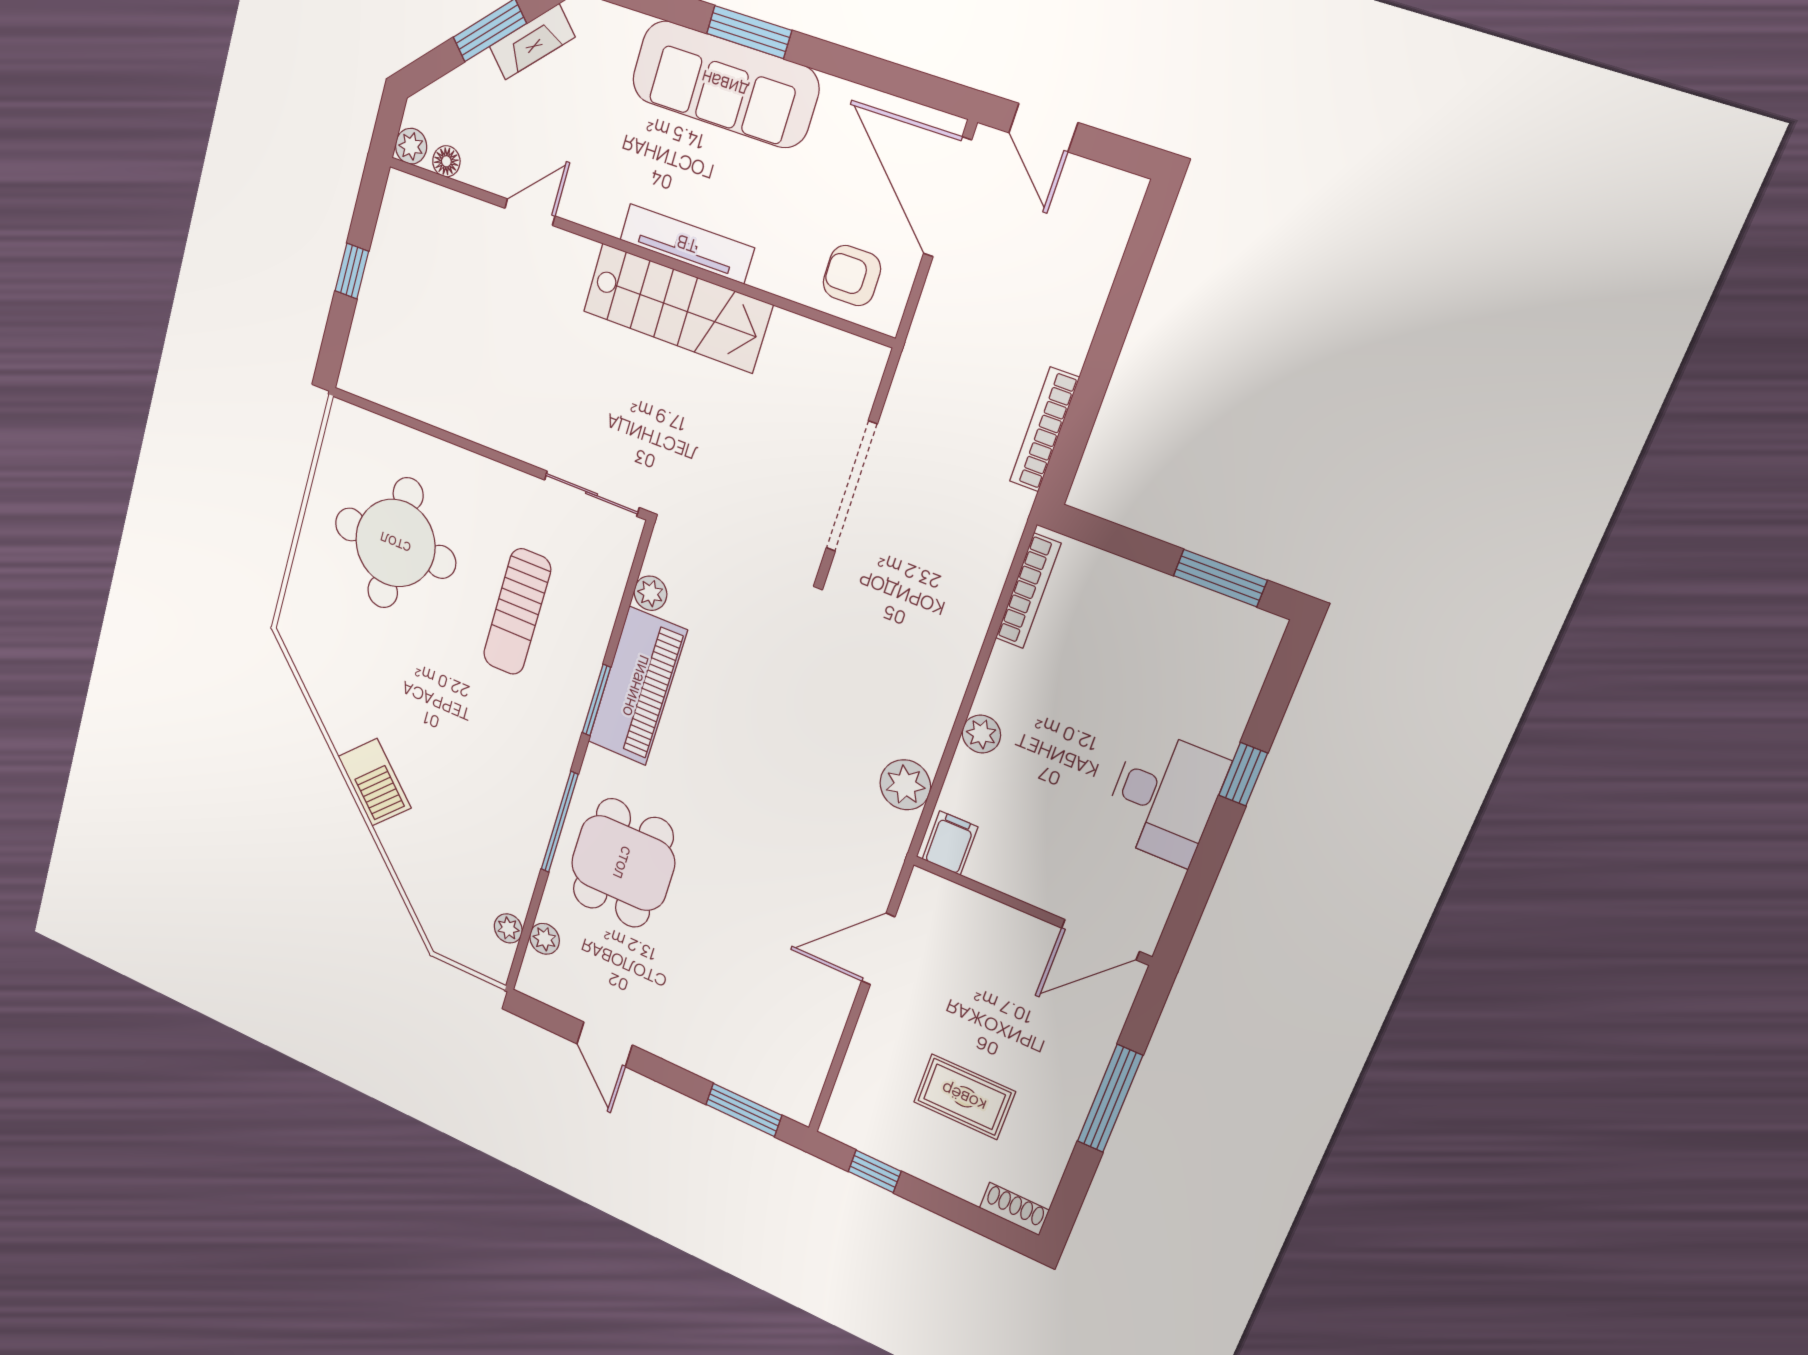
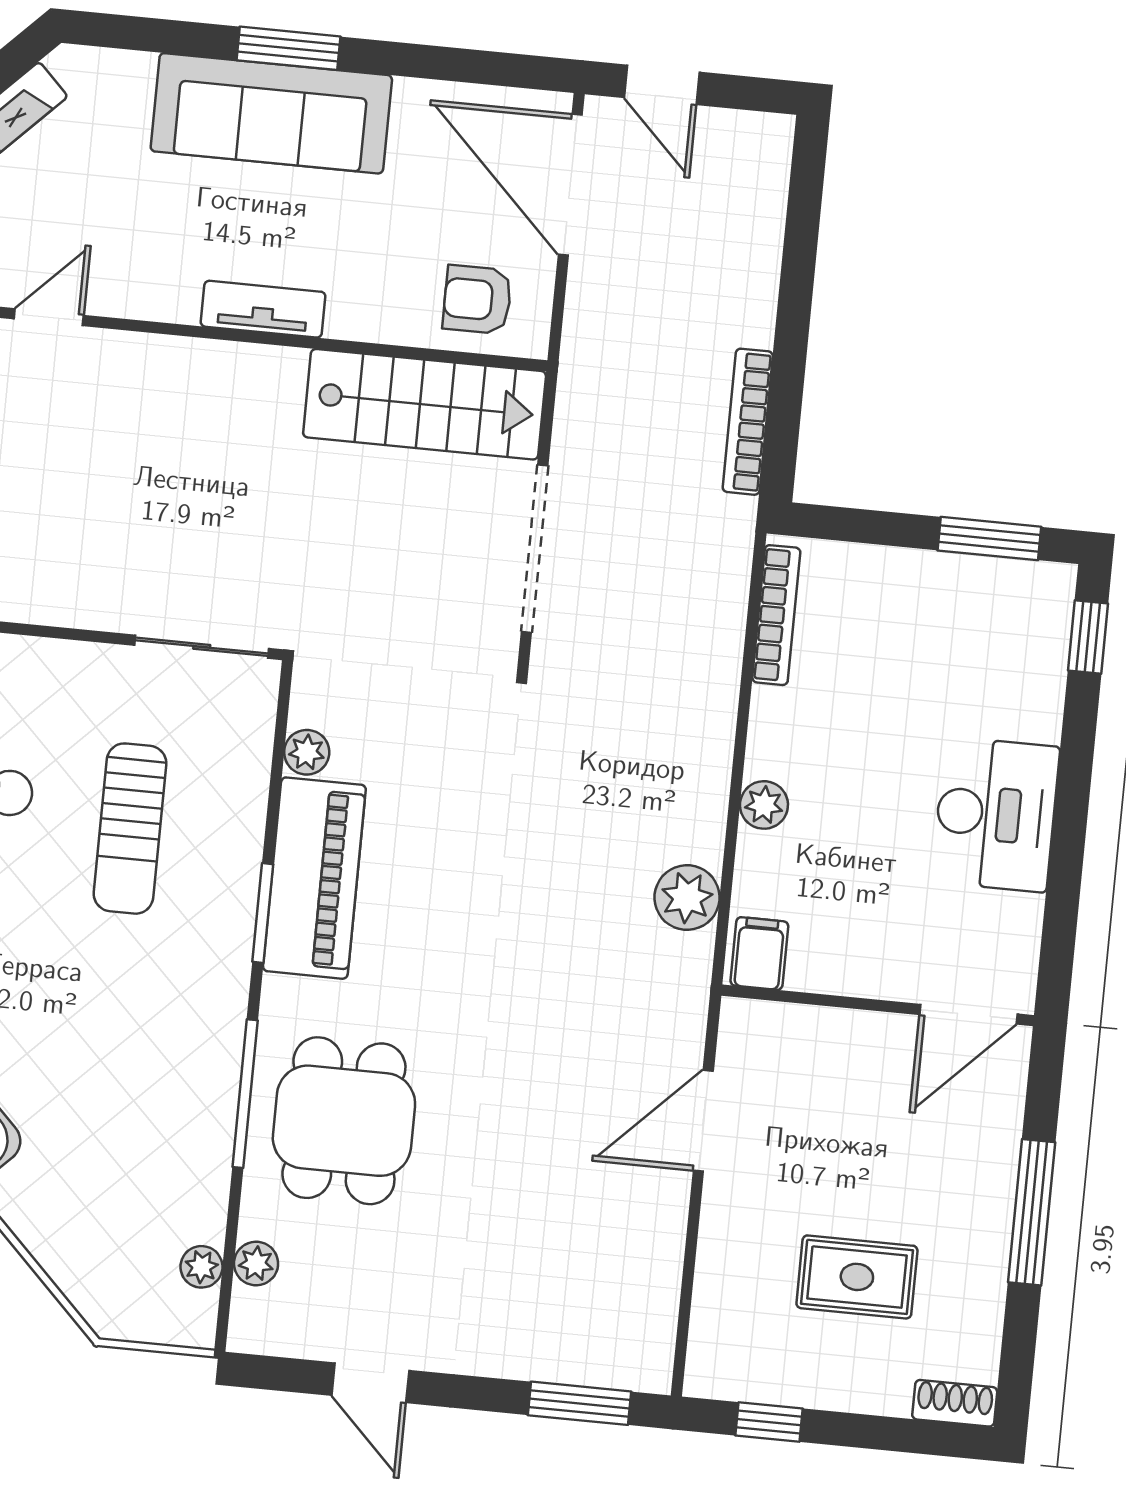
tv unit: (687, 244) -> (263, 309), width x0.71
stairs: (677, 308) -> (425, 404), moved
window: (1243, 774) -> (1088, 637), moved

